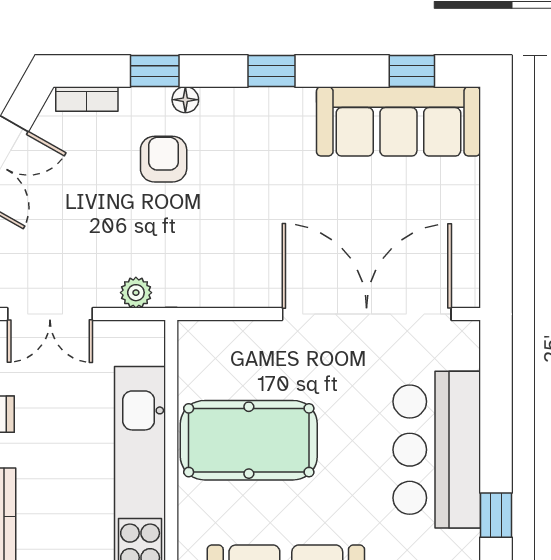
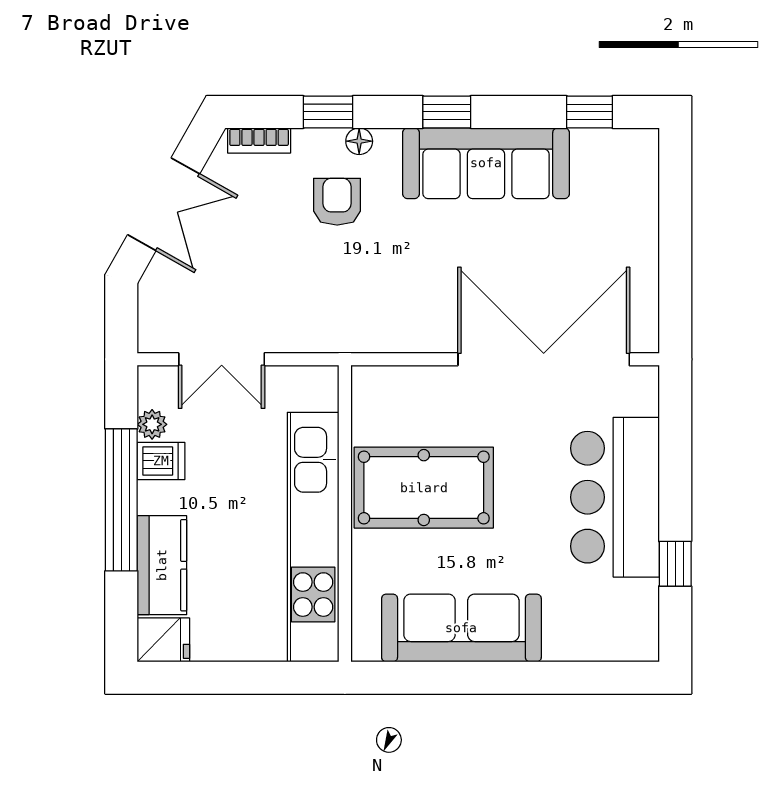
sofa: (398, 121) -> (486, 163), moved
plant: (136, 293) -> (309, 337), removed

